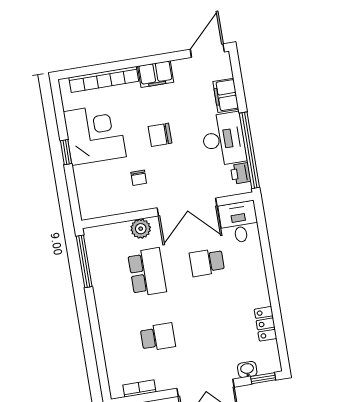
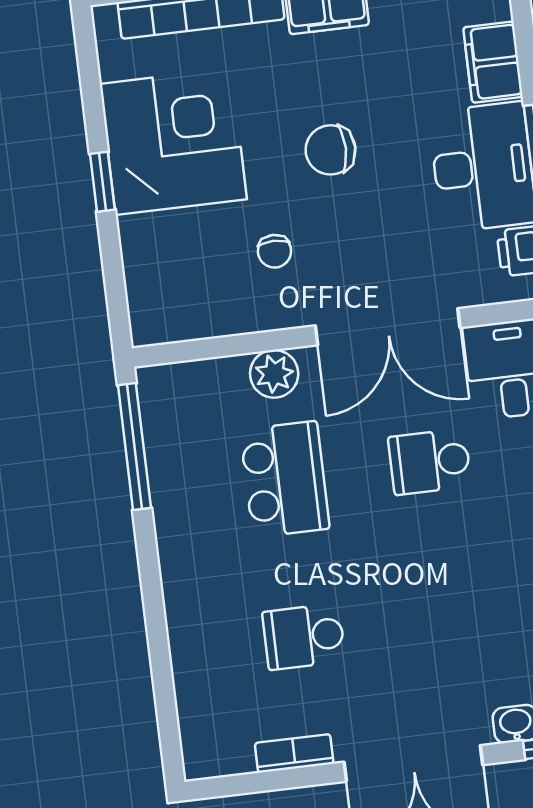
school desk: (158, 337) -> (304, 637), turned 180
bookcase: (139, 389) -> (294, 753), moved

